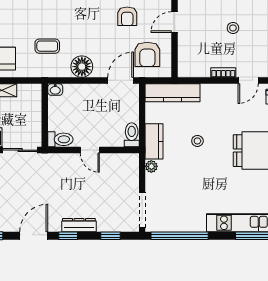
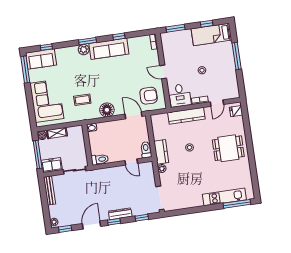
armchair: (127, 16) -> (132, 73), removed
door: (175, 22) -> (163, 72), hinge flipped
armchair: (147, 54) -> (149, 96), turned -90
desk: (194, 61) -> (180, 95), added
door: (121, 80) -> (134, 115), hinge flipped
kitchen counter: (173, 93) -> (186, 116), moved
door: (90, 150) -> (131, 162), moved
window: (180, 236) -> (187, 211), removed

